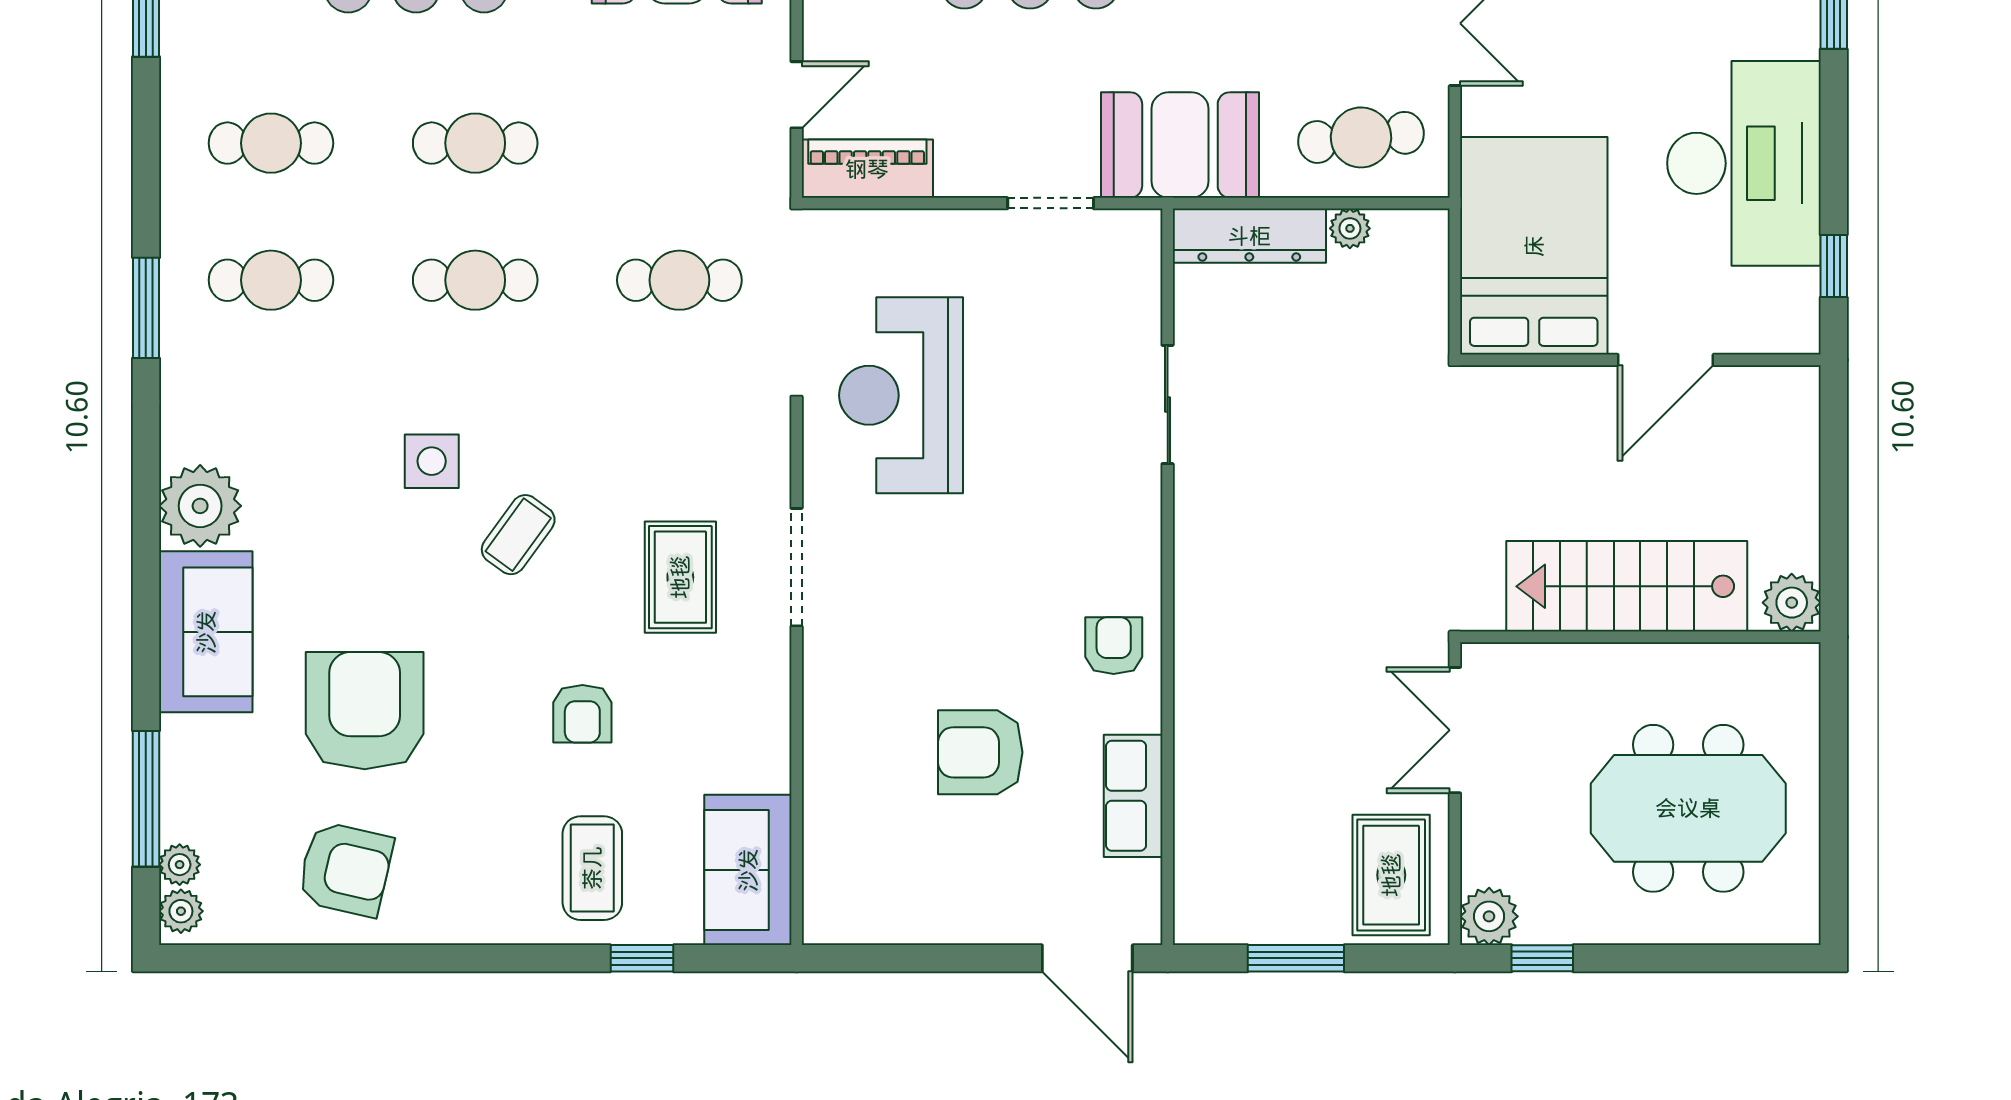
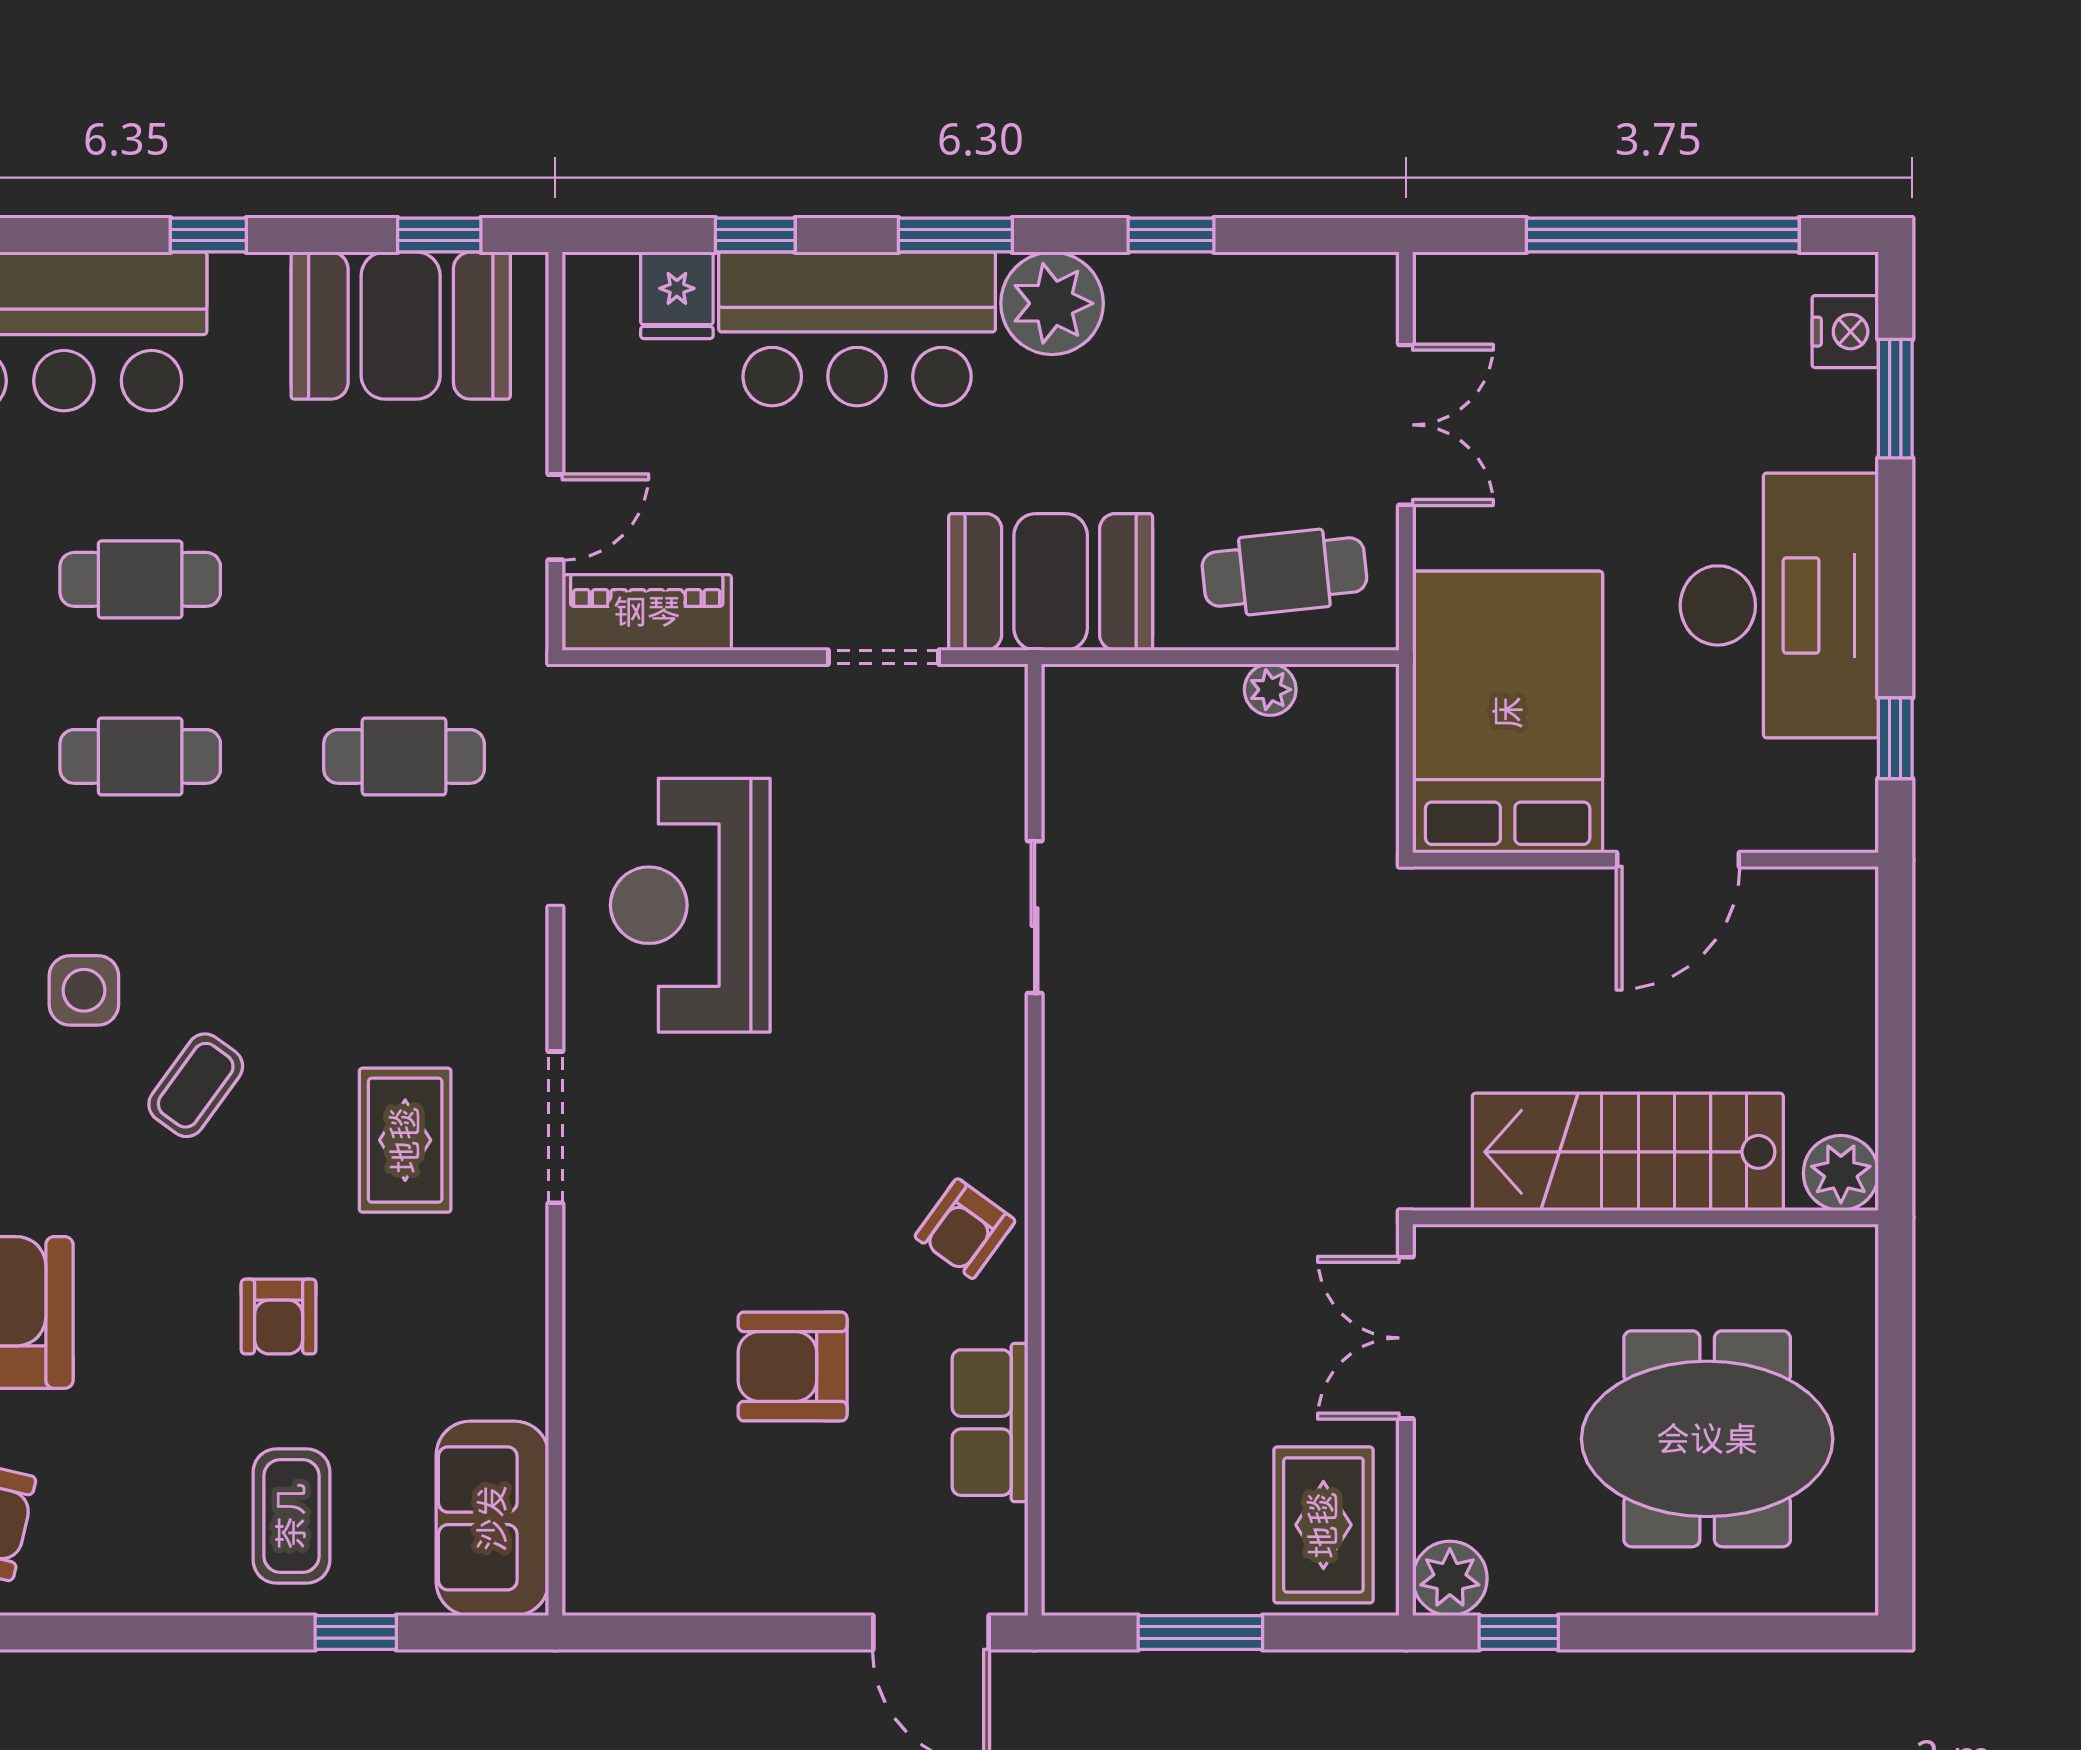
dresser: (1249, 236) -> (1140, 699), removed
armchair: (1114, 646) -> (965, 1229), turned -144

